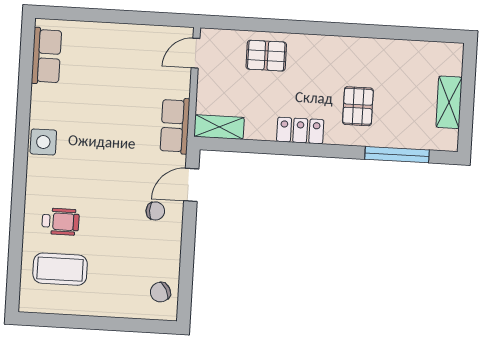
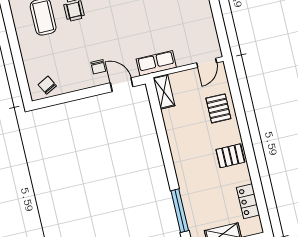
door: (196, 53) -> (207, 63), swing flipped
pallet: (358, 106) -> (230, 156), moved
locker: (300, 131) -> (248, 201), moved, turned 180

